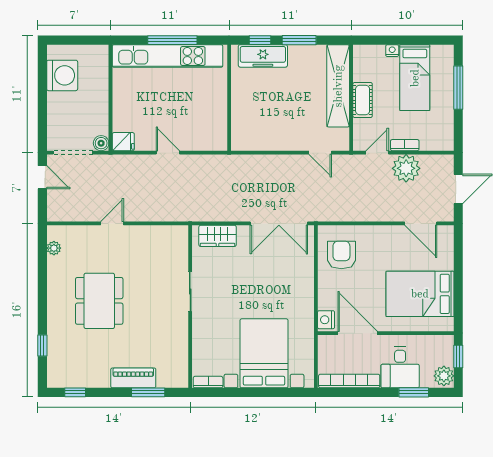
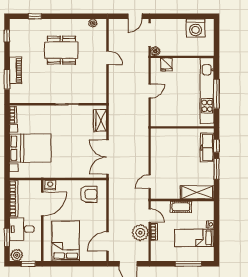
shelving: (338, 86) -> (197, 192), width x0.68
fridge: (123, 142) -> (166, 64), moved

